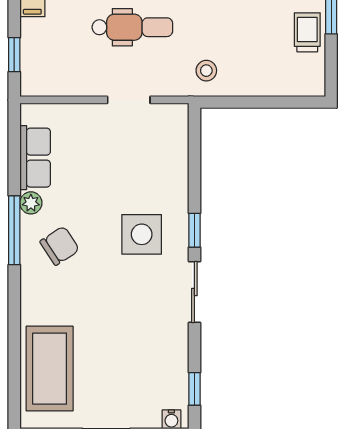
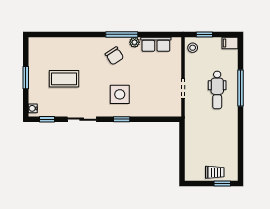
stool: (206, 71) -> (193, 48), moved
sliding door: (194, 292) -> (82, 119), moved
coffee table: (50, 369) -> (64, 79), moved, width x0.73, depth x0.76

